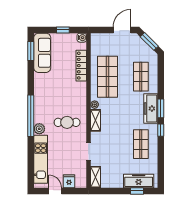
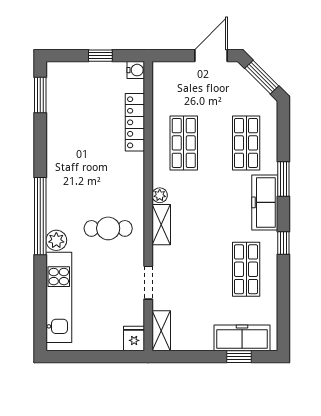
sofa: (42, 53) -> (62, 98), removed
shop shelf: (107, 77) -> (184, 143), width x0.70, depth x0.74
window: (161, 108) -> (283, 179), moved
fridge: (69, 181) -> (134, 338), moved
door: (55, 191) -> (86, 357), removed

